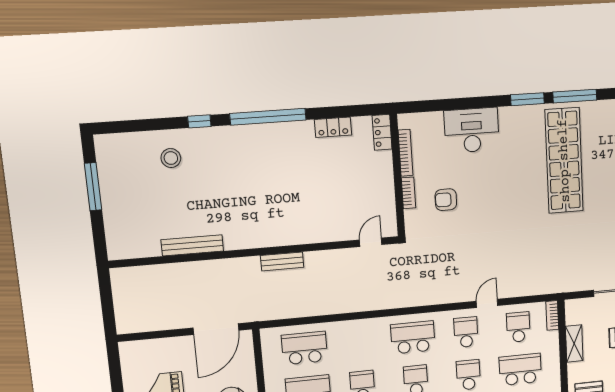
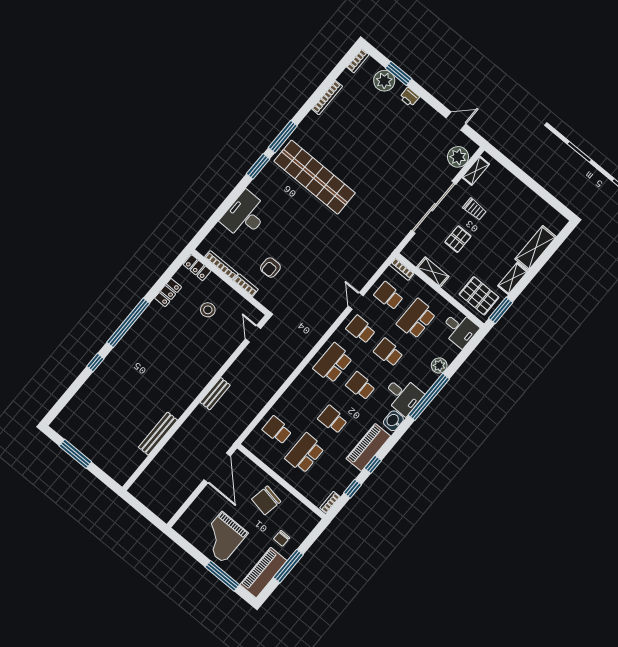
stool: (171, 158) -> (208, 310), moved
school desk: (304, 348) -> (277, 430), width x0.54

